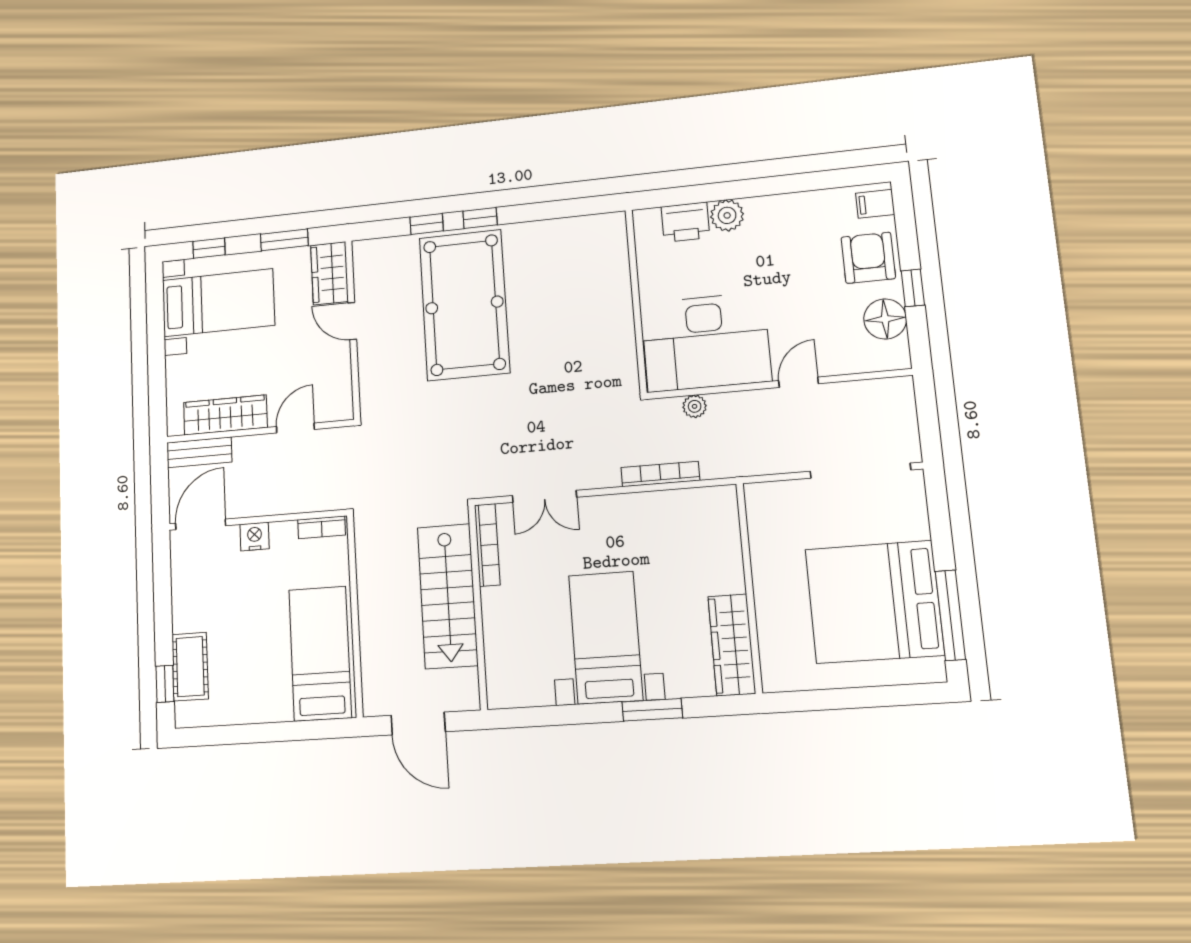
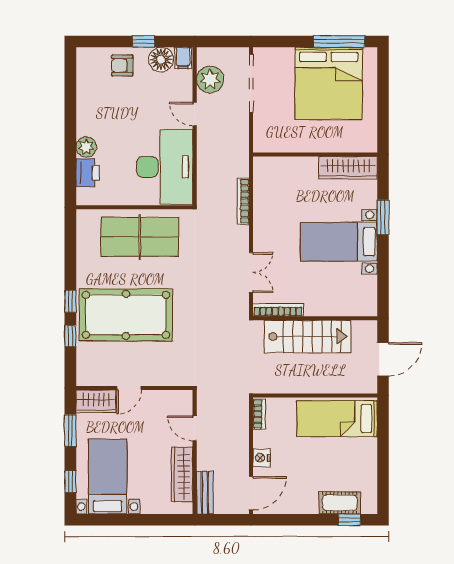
filing cabinet: (875, 204) -> (183, 58), moved
armchair: (868, 258) -> (122, 65), width x0.72, depth x0.72
table tennis table: (589, 314) -> (140, 237), added
plant: (695, 406) -> (210, 79), moved, width x1.88, depth x1.88
door: (201, 524) -> (251, 493), swing flipped

